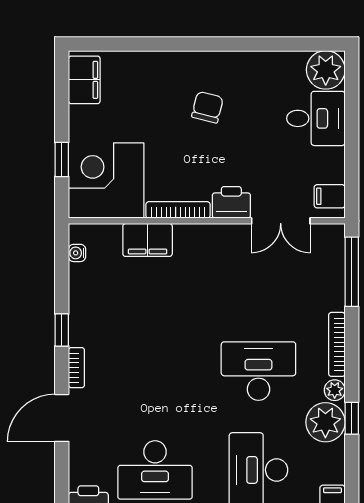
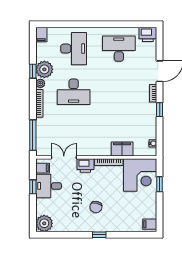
window: (200, 44) -> (99, 235), added
filing cabinet: (84, 80) -> (150, 224), width x0.50
desk: (316, 118) -> (49, 186), moved
window: (352, 153) -> (33, 187), added

